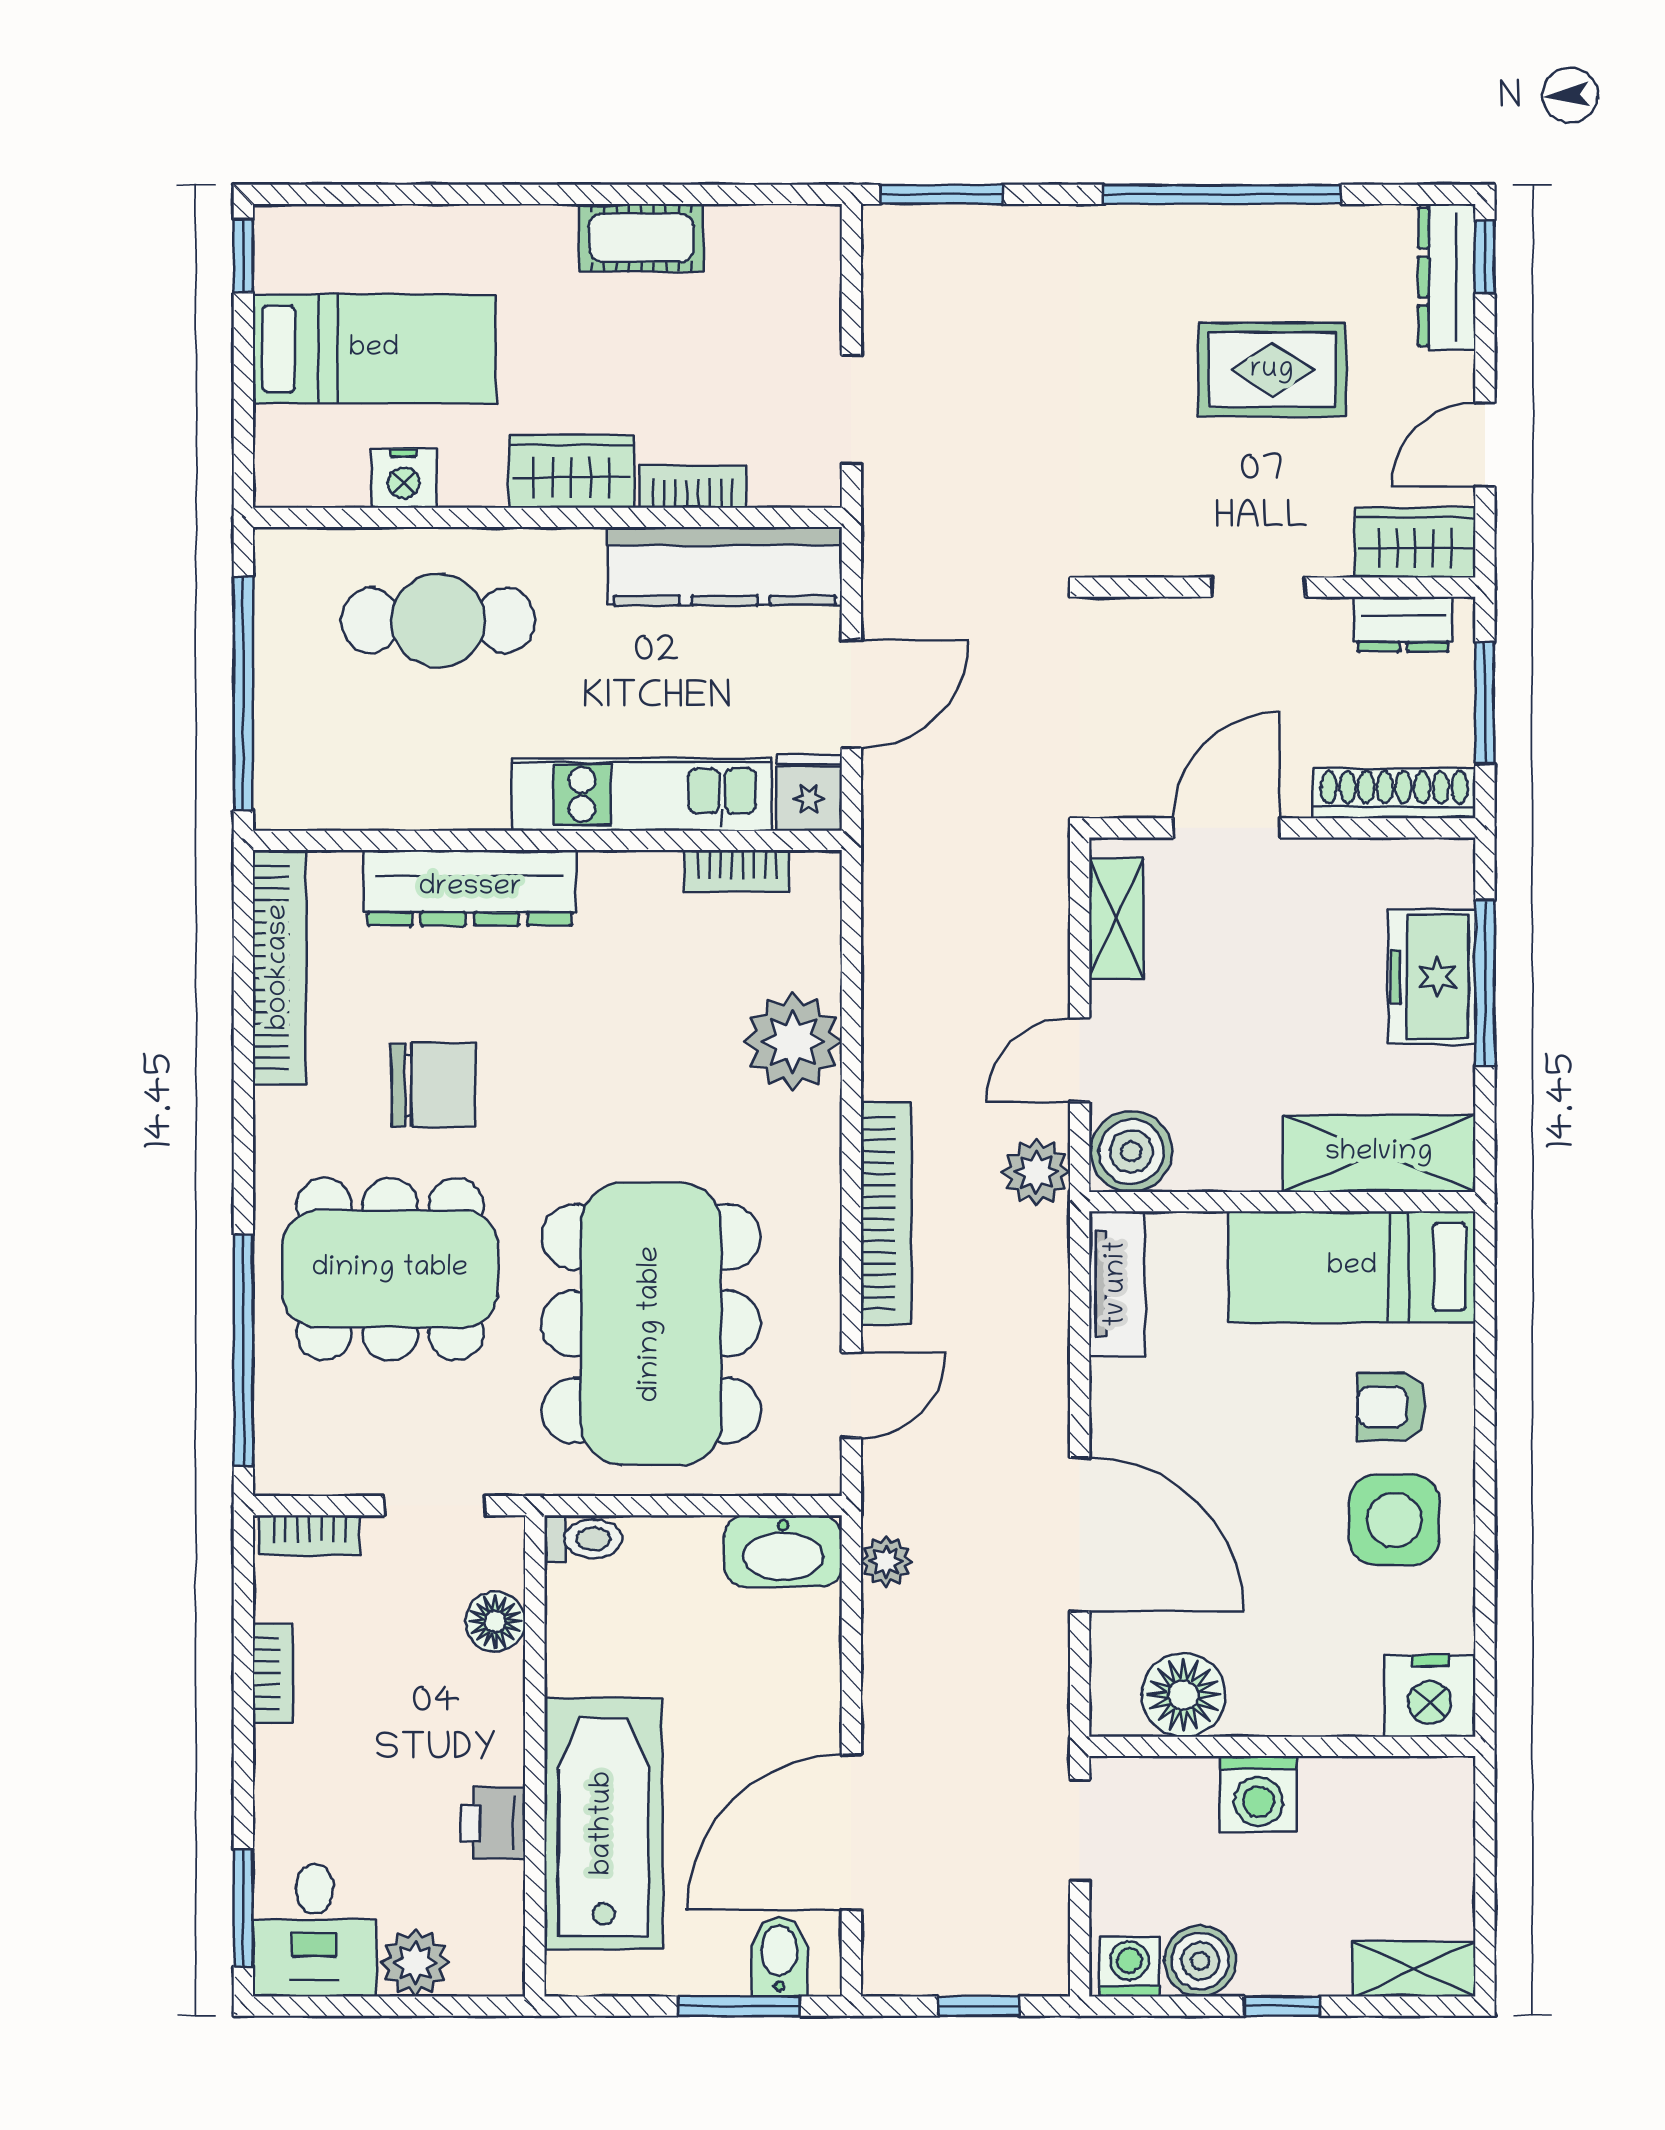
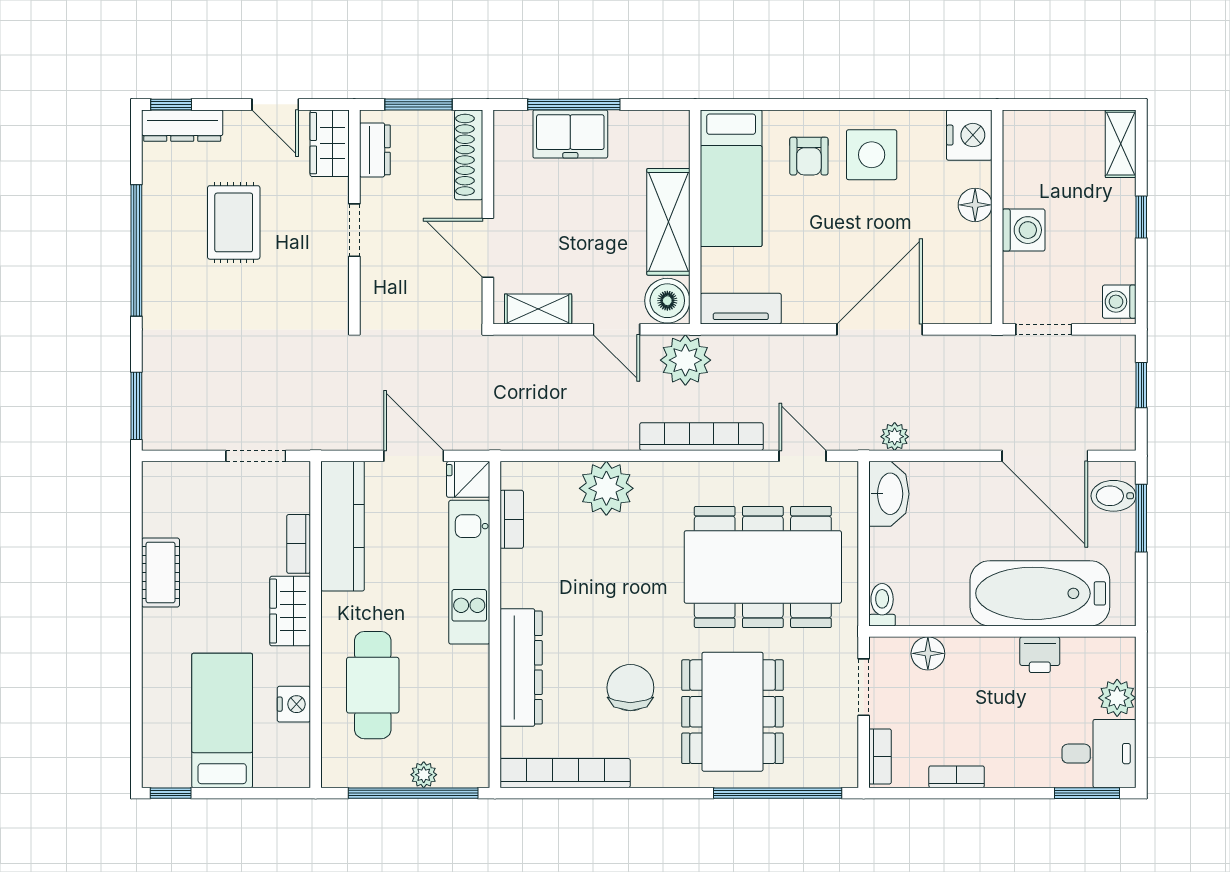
plant: (276, 712) -> (424, 775), added
shelving: (1379, 1153) -> (668, 222), moved
plant: (1036, 1172) -> (685, 360), width x1.36, depth x1.36
floor lamp: (1184, 1695) -> (975, 205), moved, width x0.73, depth x0.73
boiler: (1200, 1961) -> (1116, 262), removed

